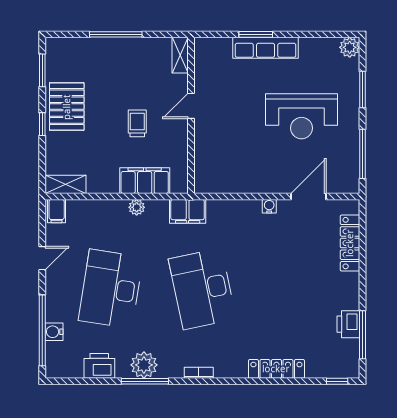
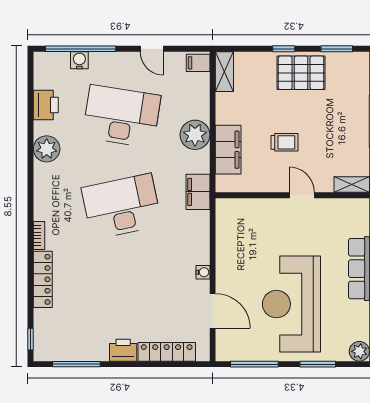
reception desk: (302, 116) -> (291, 304), width x1.36, depth x1.30
plant: (137, 207) -> (195, 135), width x1.87, depth x1.87
printer: (348, 324) -> (123, 350), moved
bookcase: (199, 373) -> (39, 235), moved
window: (145, 381) -> (31, 150), removed

